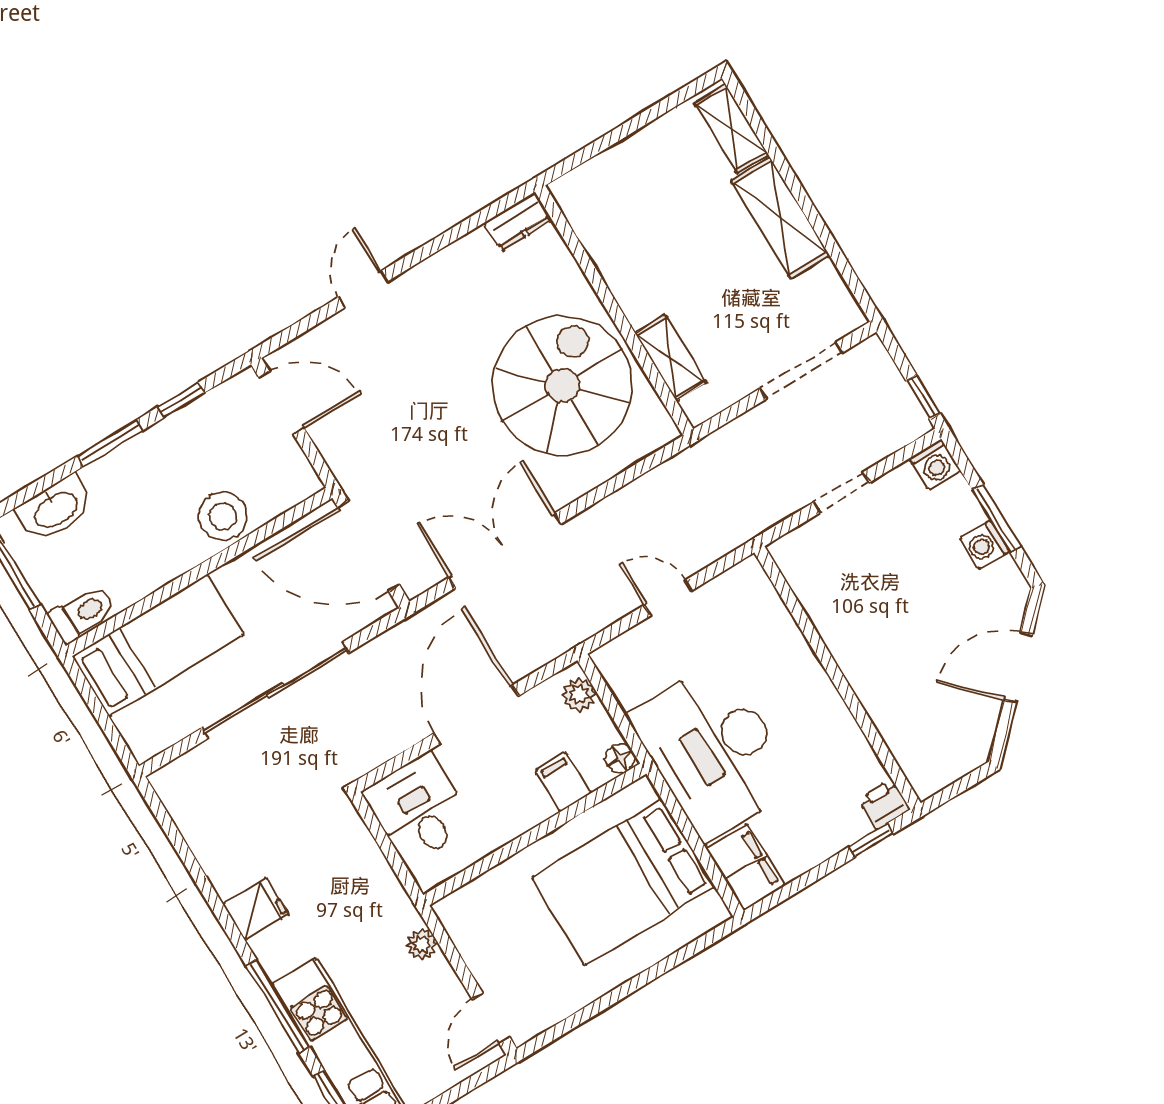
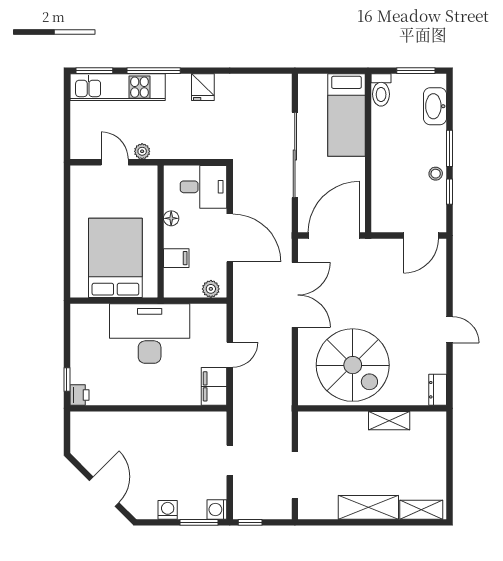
door: (363, 289) -> (449, 330), moved
shelving: (671, 358) -> (389, 421), moved
stool: (223, 516) -> (436, 174), moved, width x0.53, depth x0.53
window: (997, 518) -> (199, 522), moved
floor lamp: (620, 759) -> (171, 218), moved
filing cabinet: (746, 867) -> (214, 386), moved, turned 90
door: (491, 1018) -> (115, 162), moved

